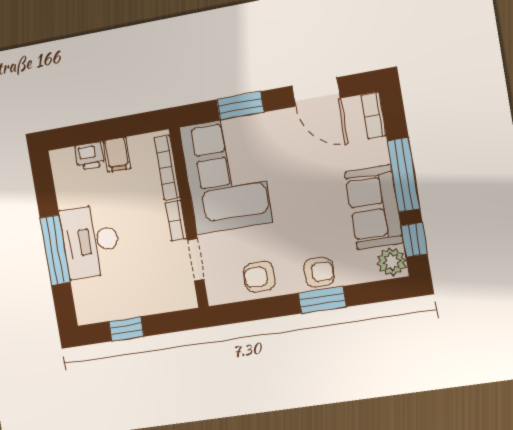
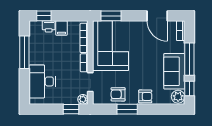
window: (240, 106) -> (111, 16), moved
window: (76, 135) -> (44, 16), added
desk: (91, 241) -> (42, 81), moved
window: (55, 250) -> (24, 52), moved
plant: (186, 299) -> (83, 99), added
window: (322, 300) -> (127, 109), moved
window: (126, 329) -> (71, 109), moved

